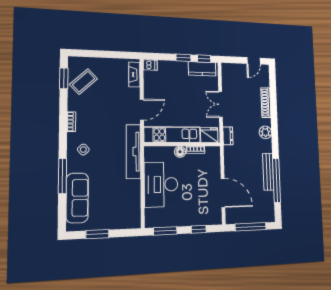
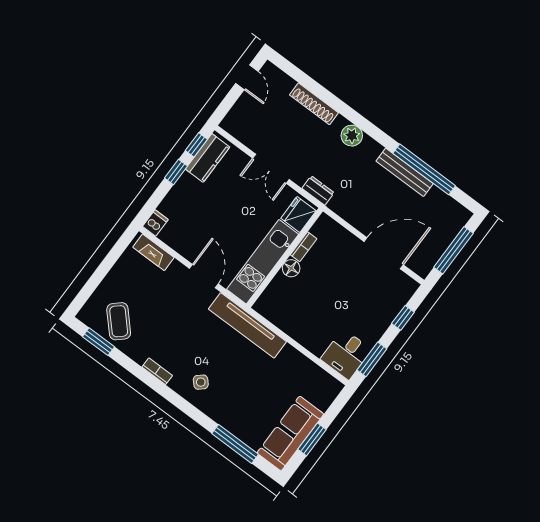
window: (62, 176) -> (235, 444), moved
desk: (161, 184) -> (346, 354), moved, width x0.53, depth x0.77
sofa: (77, 198) -> (290, 433), moved, turned -90

